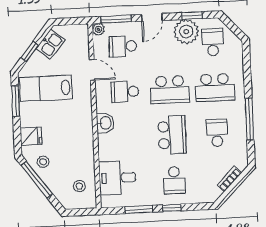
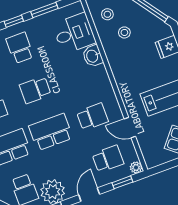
window: (116, 19) -> (122, 182), width x0.67
washbasin: (105, 123) -> (93, 56), moved
school desk: (172, 135) -> (35, 90), width x0.54
stool: (43, 162) -> (124, 32), moved

